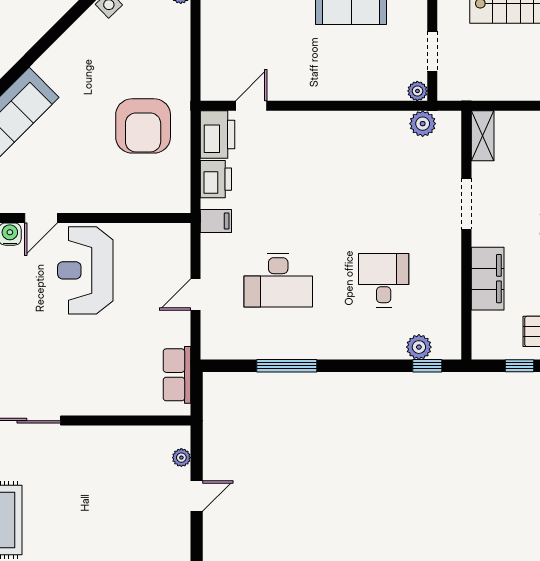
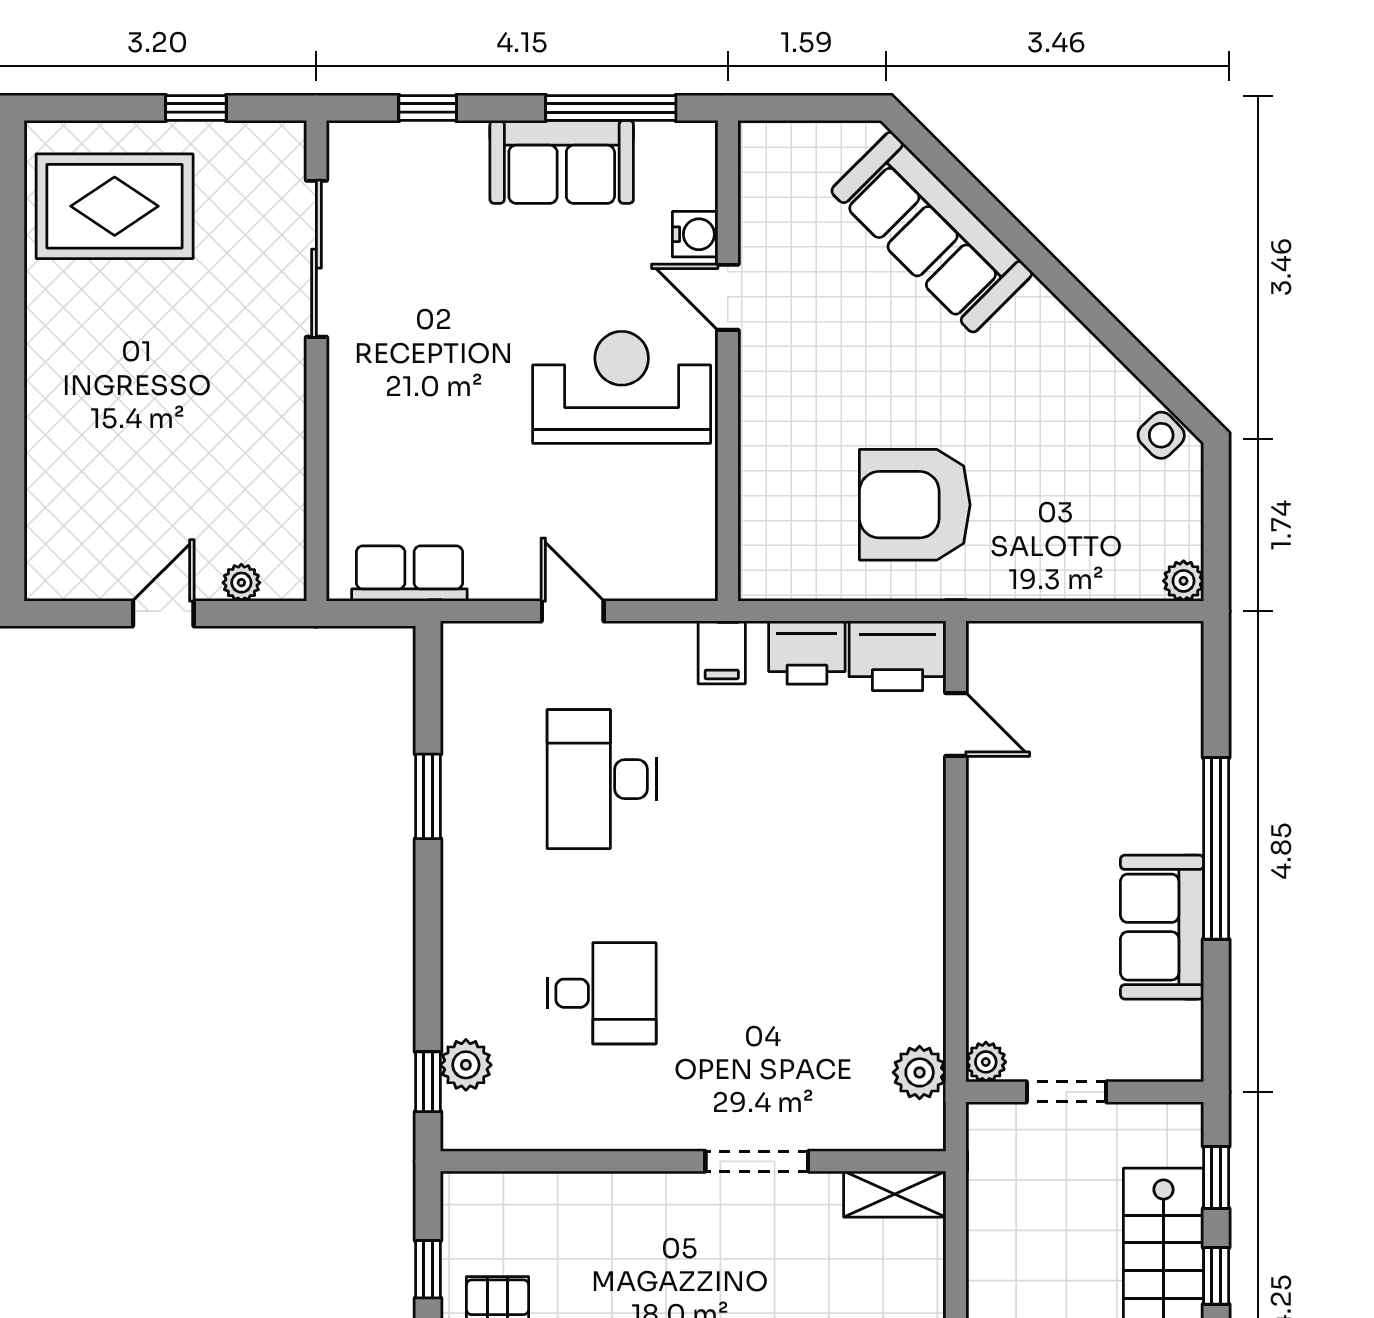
filing cabinet: (488, 279) -> (605, 1204), removed
window: (287, 366) -> (428, 796), width x0.69
door: (197, 496) -> (163, 614), swing flipped

